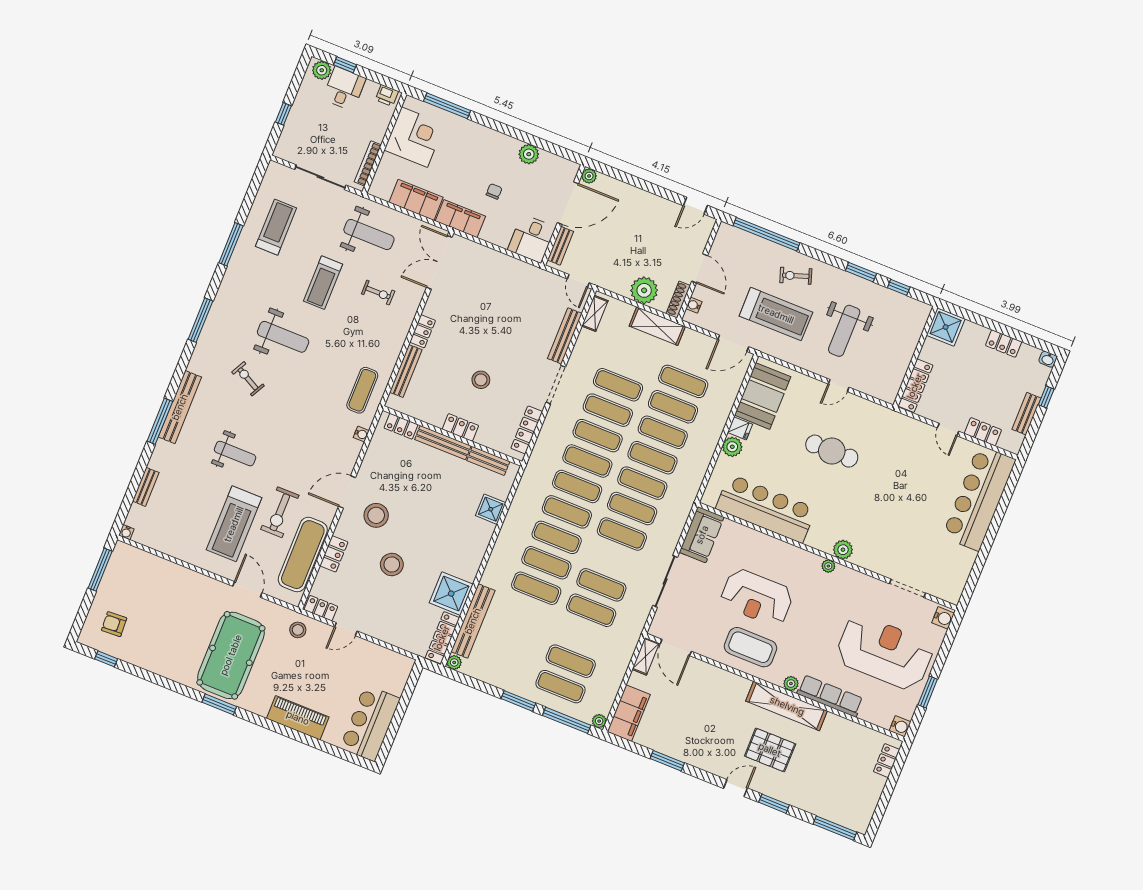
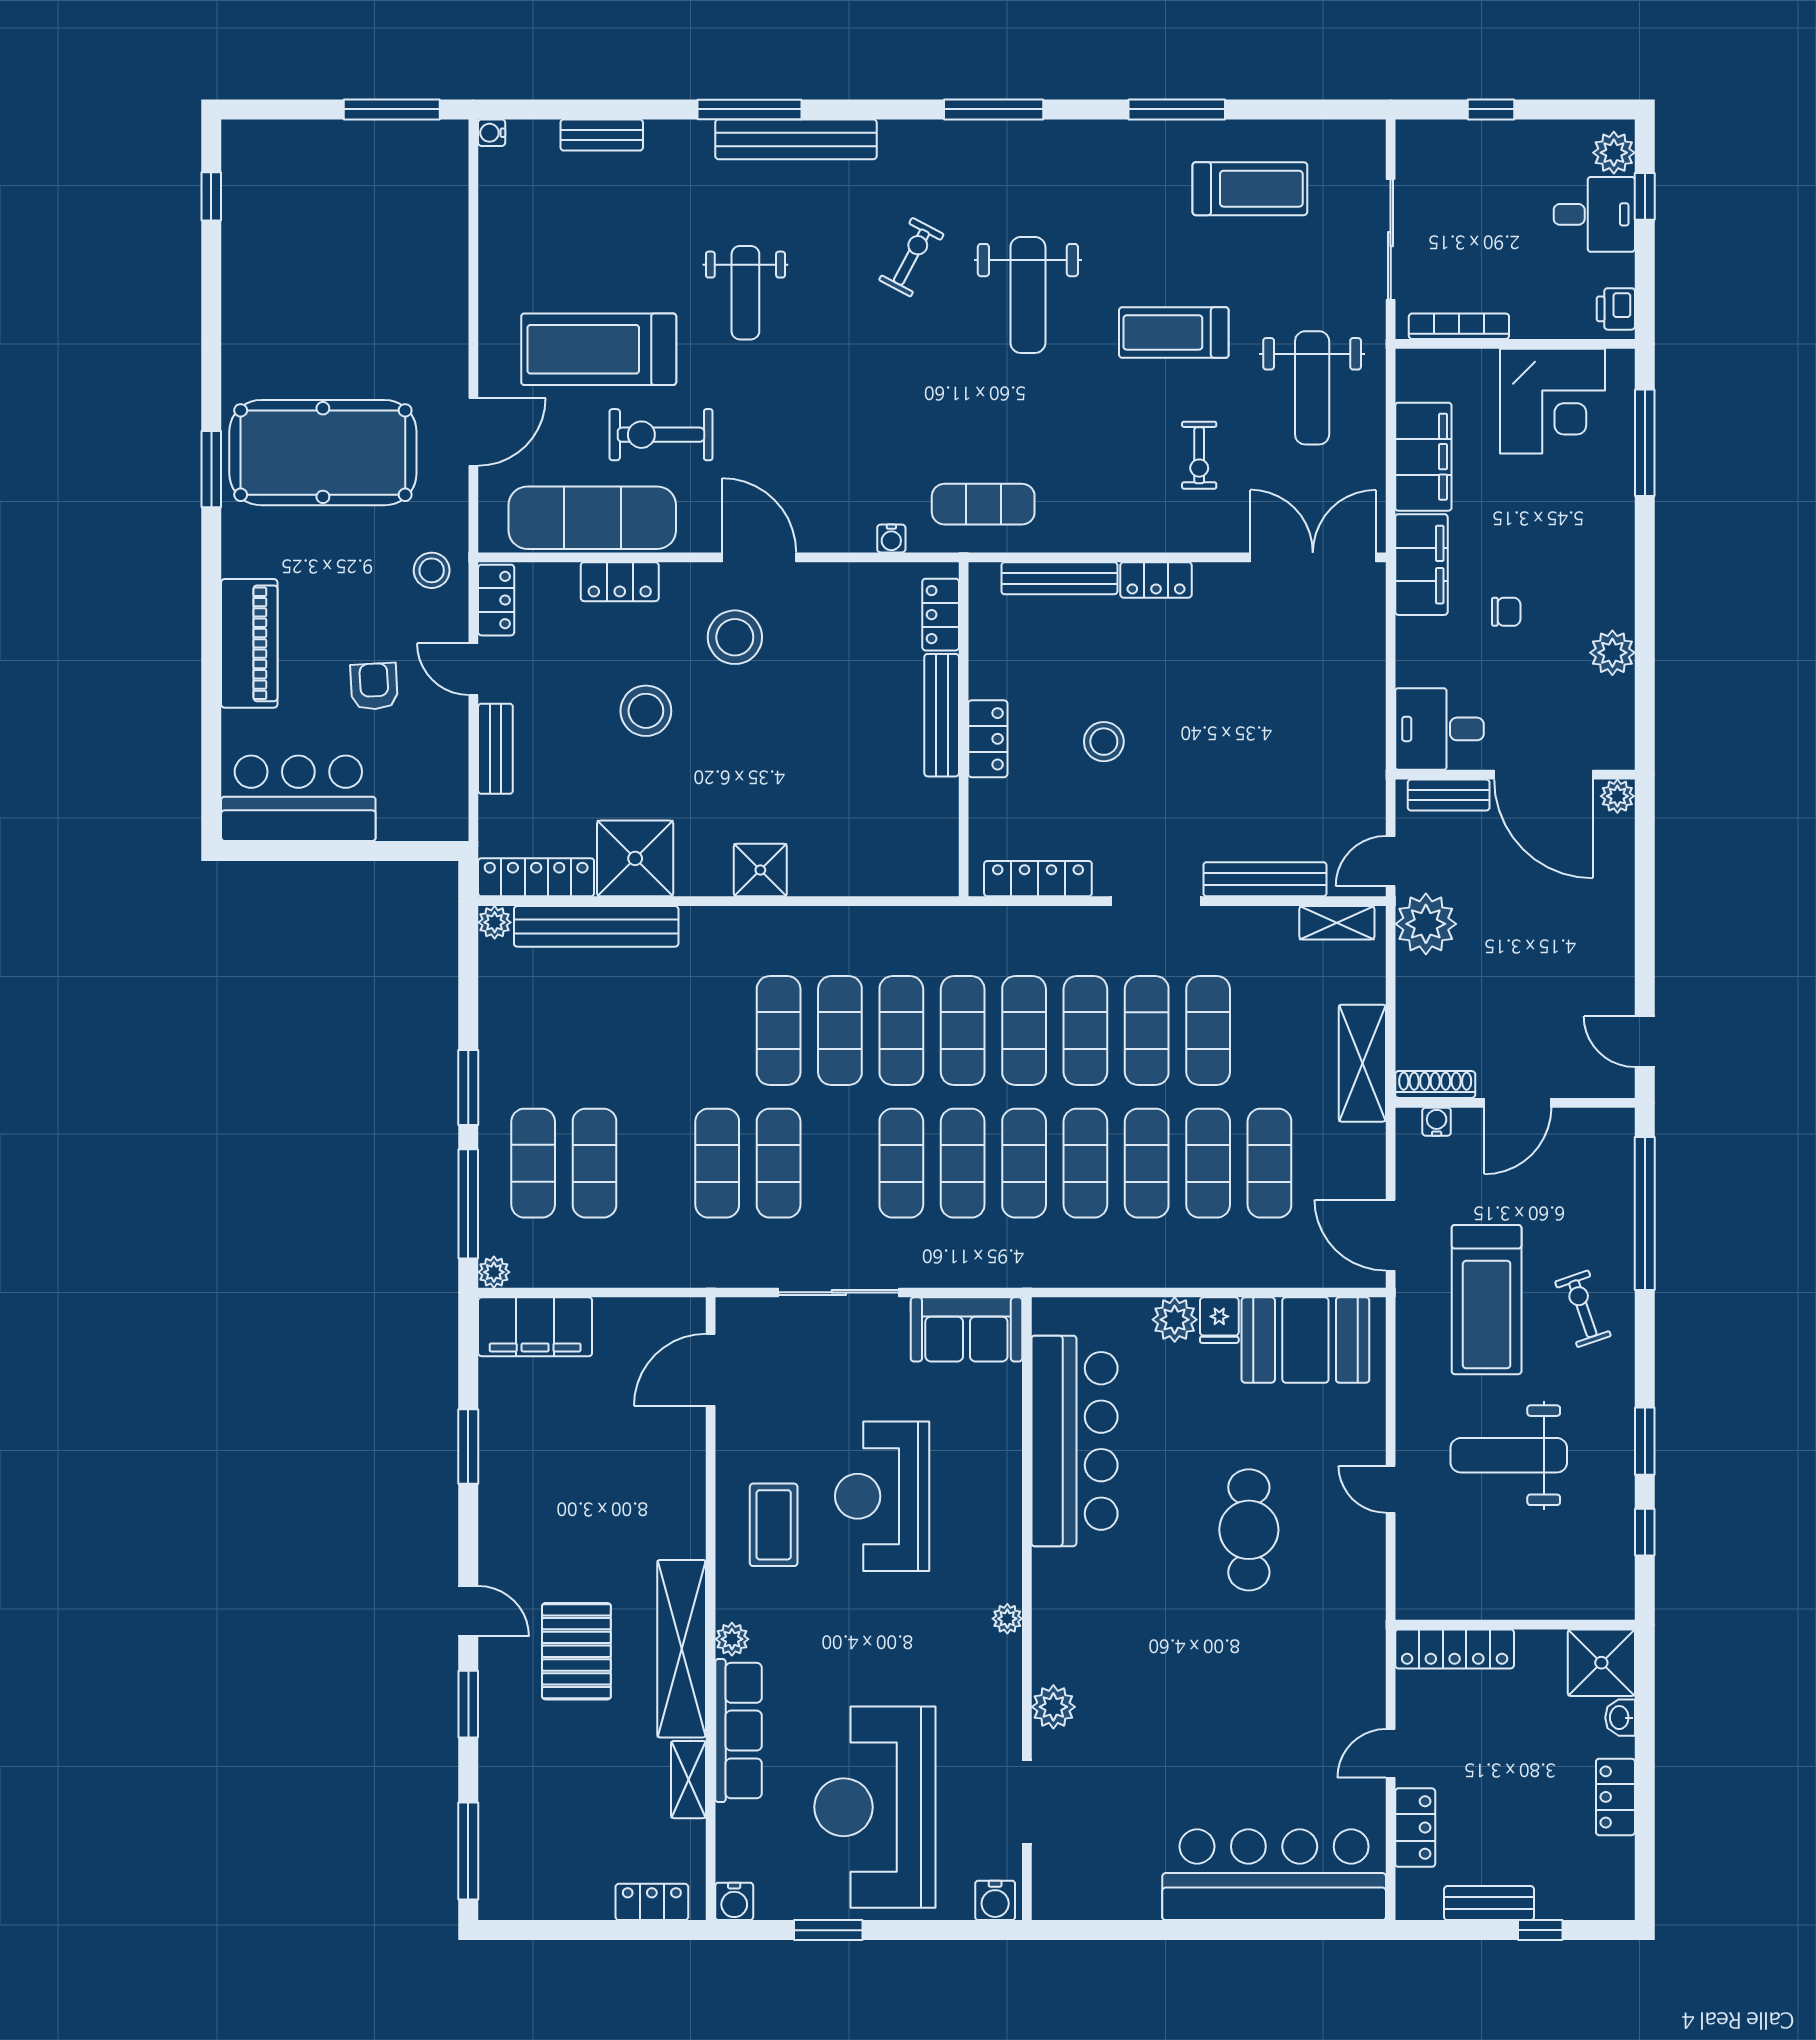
plant: (644, 290) -> (1426, 924), moved
washbasin: (1048, 359) -> (1620, 1718), moved
bench: (488, 461) -> (495, 749), moved
shower: (491, 509) -> (760, 870), moved
plant: (843, 550) -> (1053, 1707), moved
exercise mat: (536, 588) -> (717, 1031), removed
armchair: (114, 624) -> (374, 686), moved
coffee table: (751, 647) -> (774, 1525), width x0.73, depth x0.76
reception desk: (884, 652) -> (875, 1807), turned 180
shelving: (646, 656) -> (688, 1780), moved, turned 90

